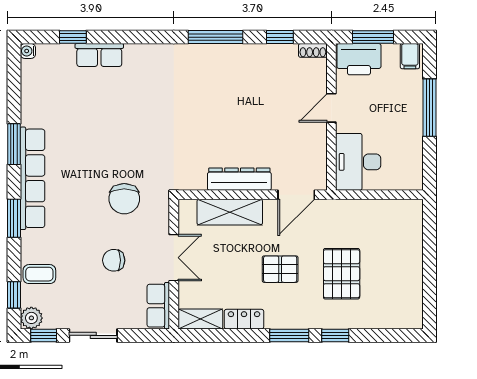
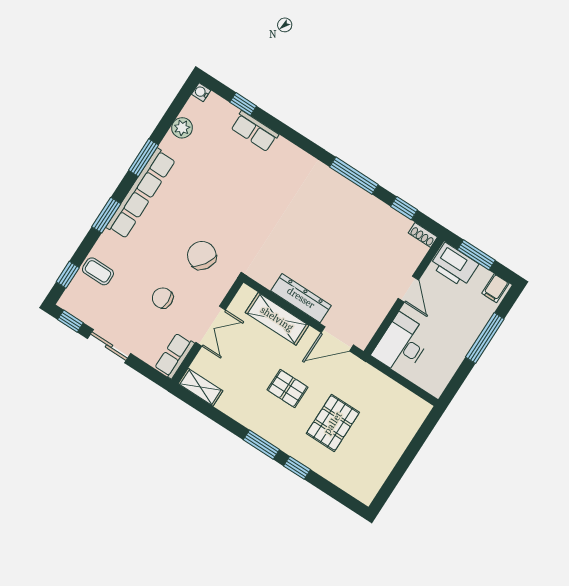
door: (331, 108) -> (408, 289), swing flipped
chair: (124, 199) -> (202, 255), turned 123
plant: (31, 318) -> (182, 128), moved
locker: (244, 319) -> (234, 409), removed

